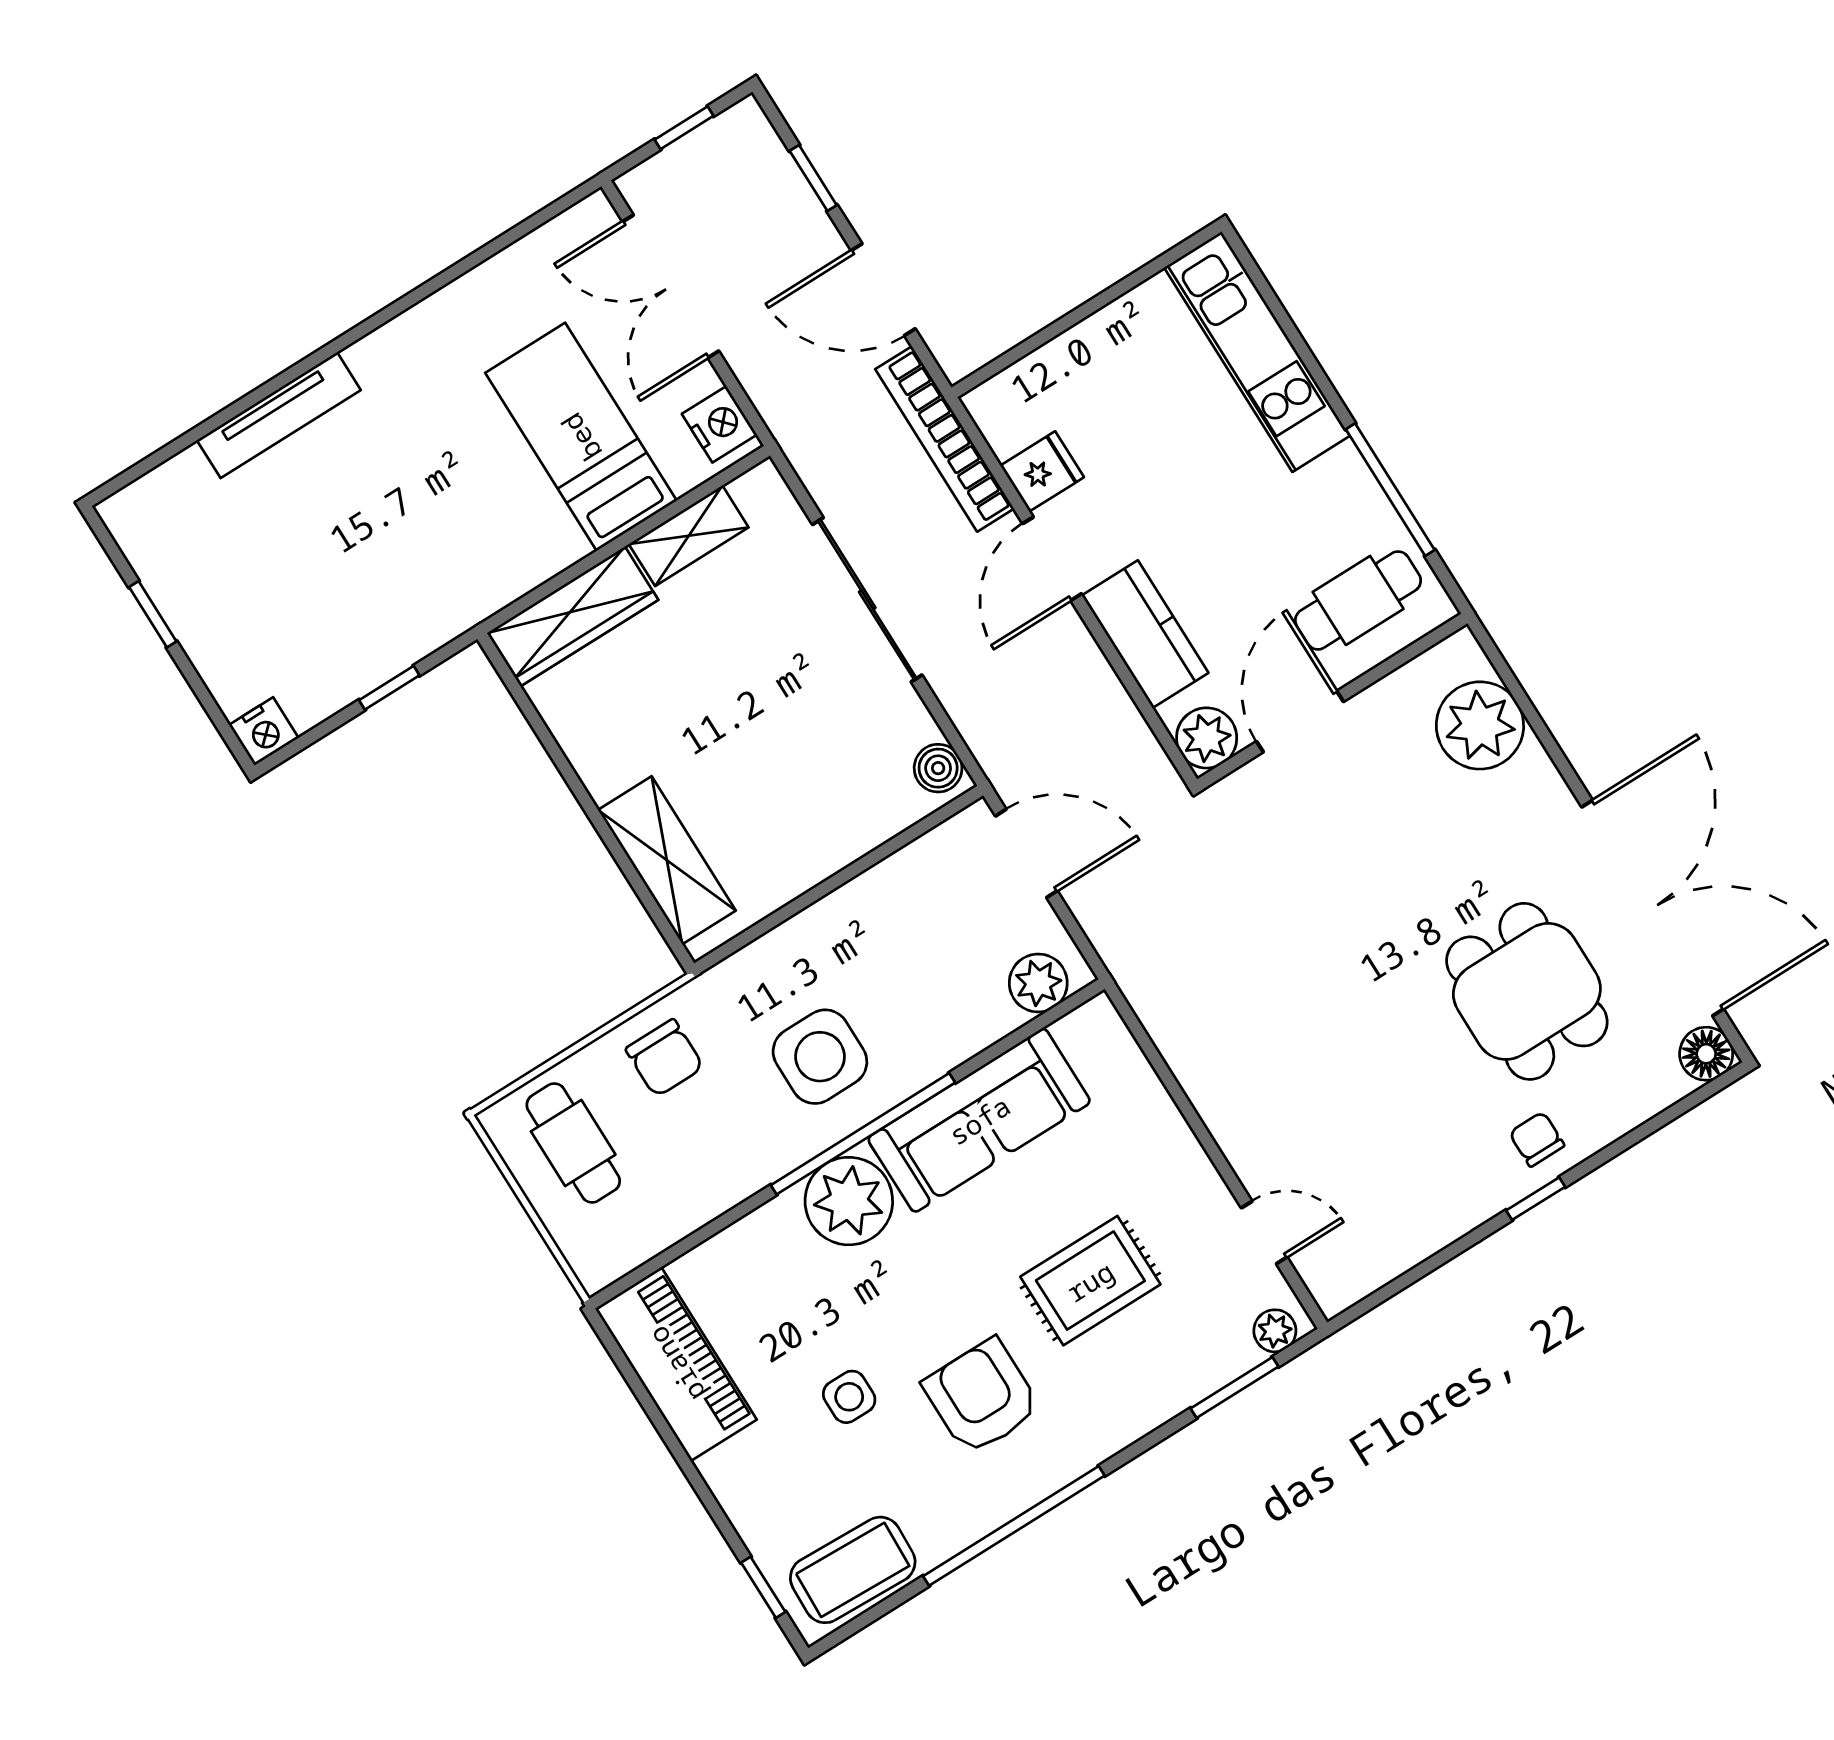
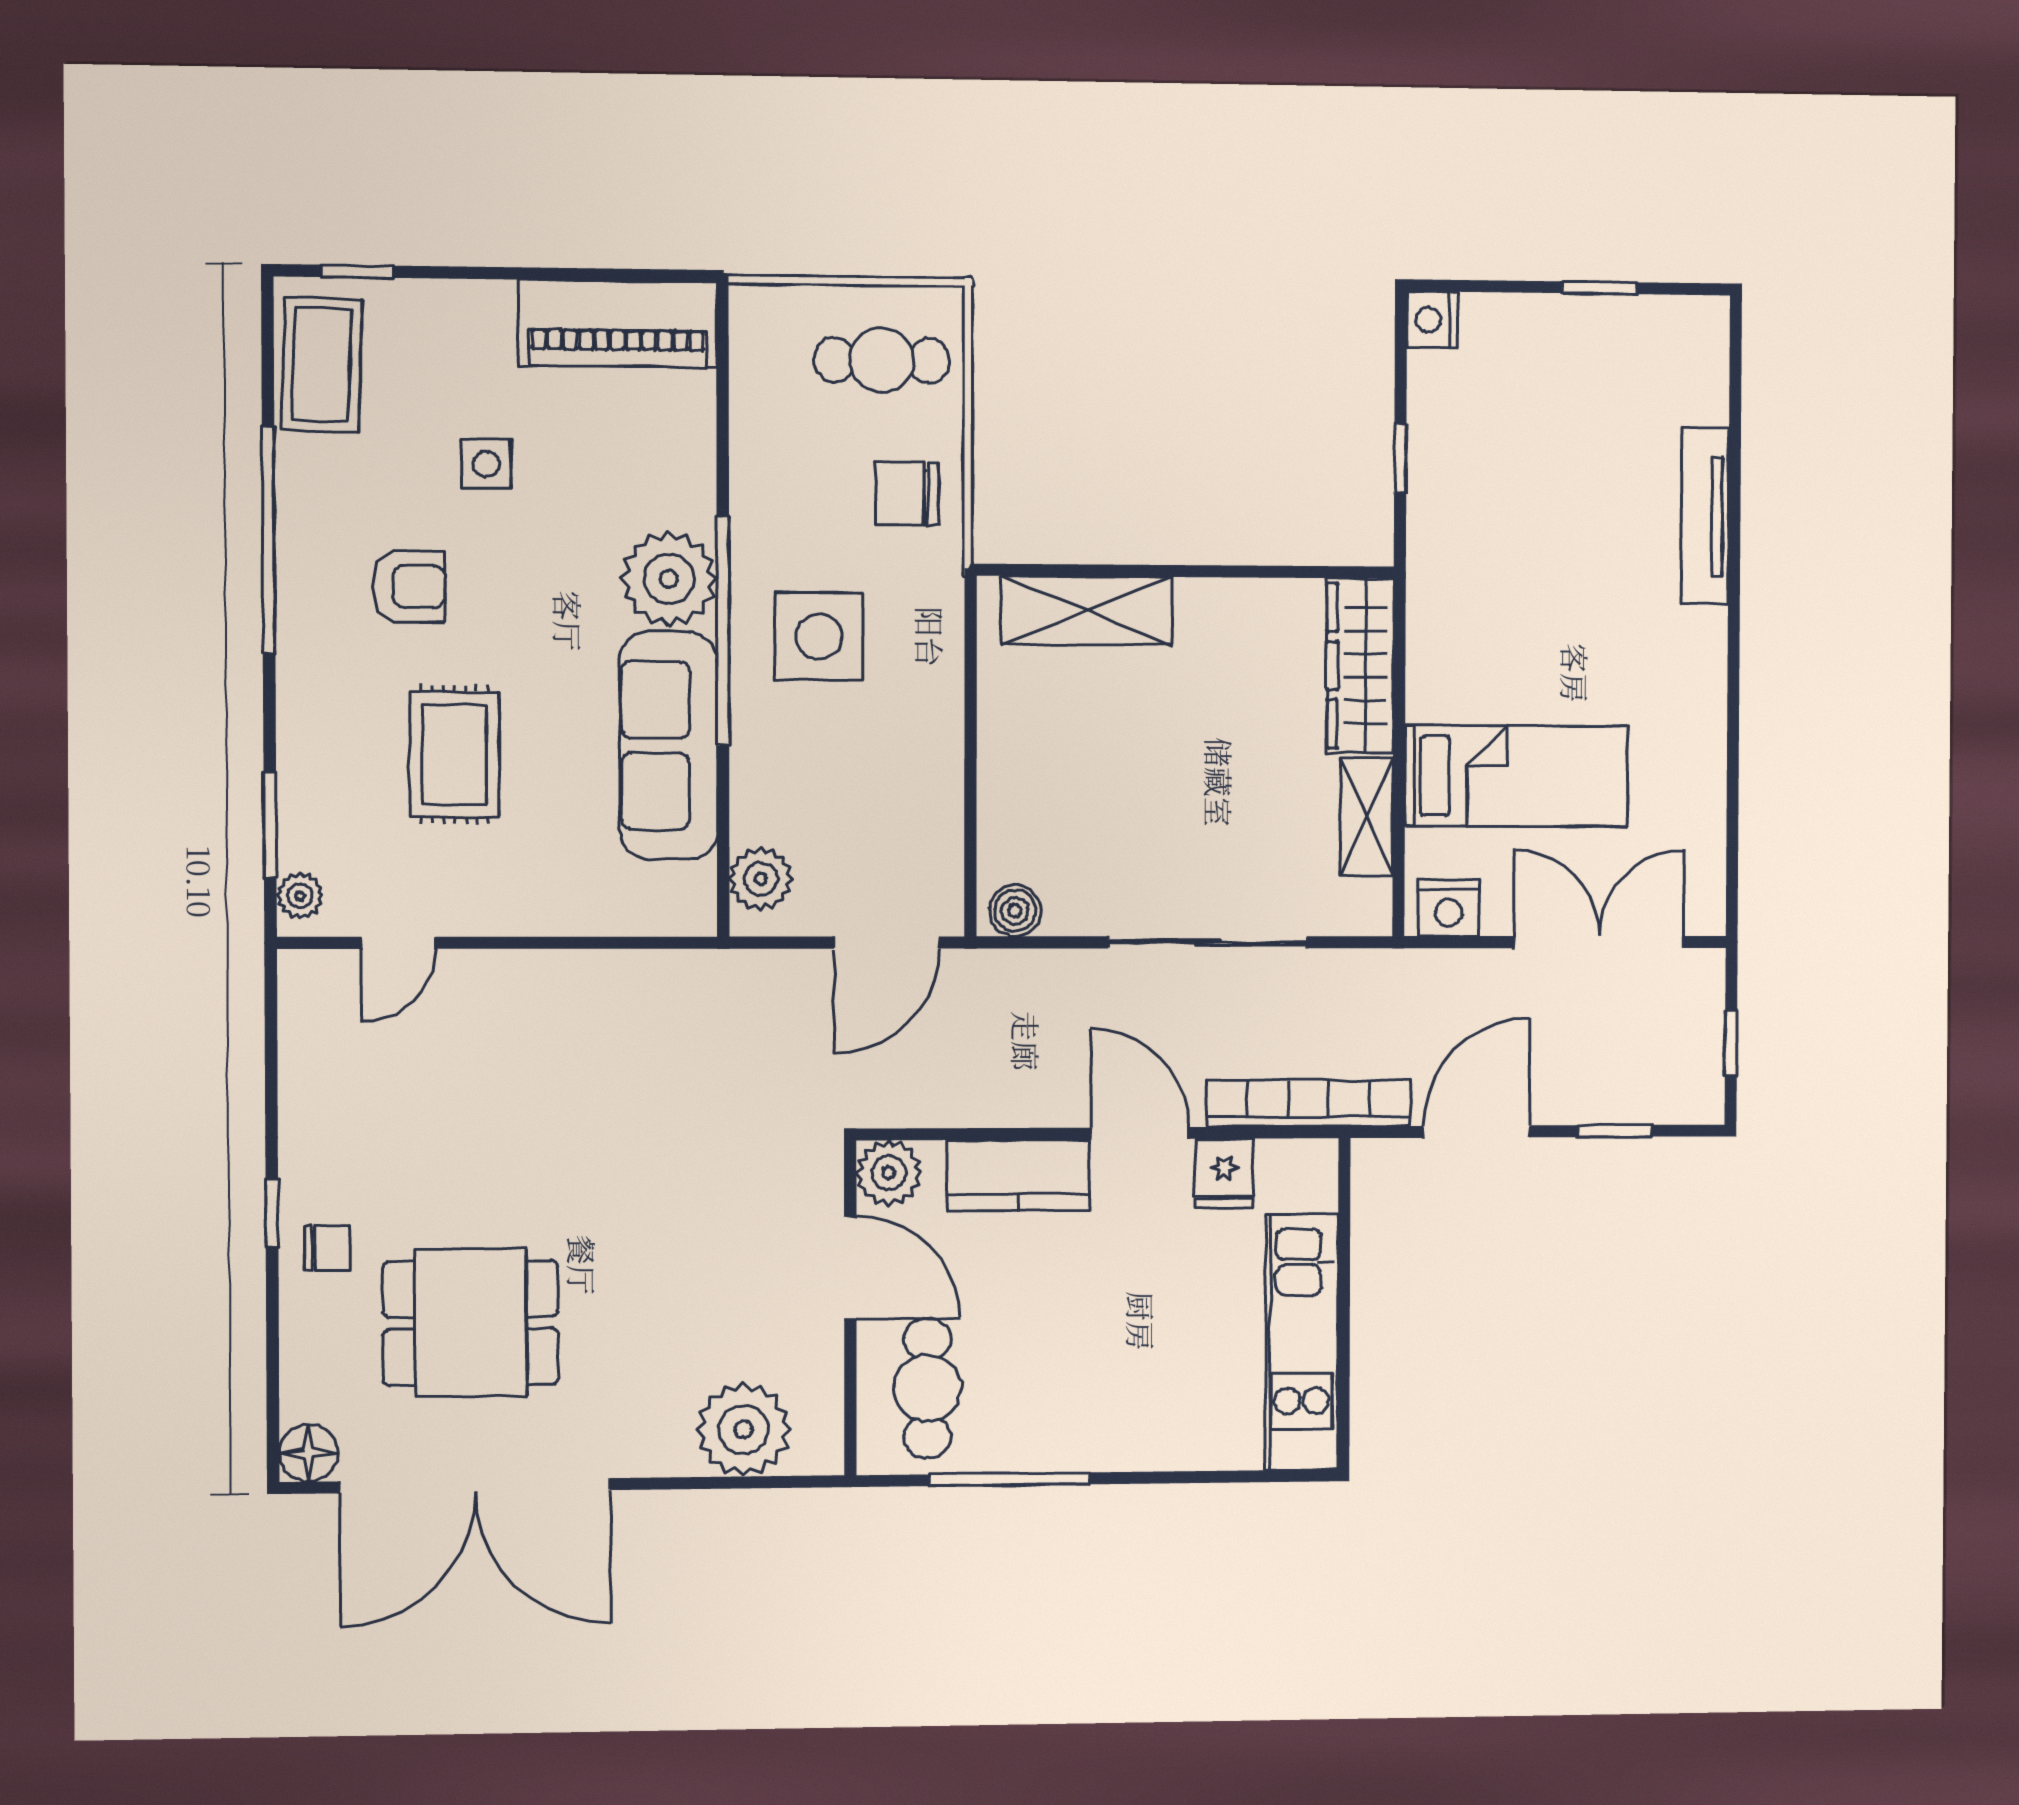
kitchen unit: (1257, 352) -> (1302, 1342), moved, turned -90
armchair: (982, 1397) -> (409, 586), width x0.72, depth x0.72

